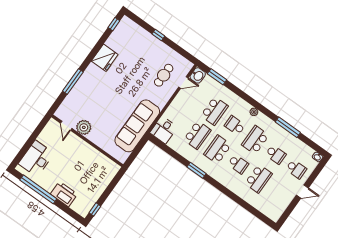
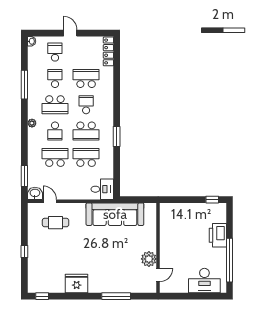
locker: (267, 211) -> (108, 51), added

